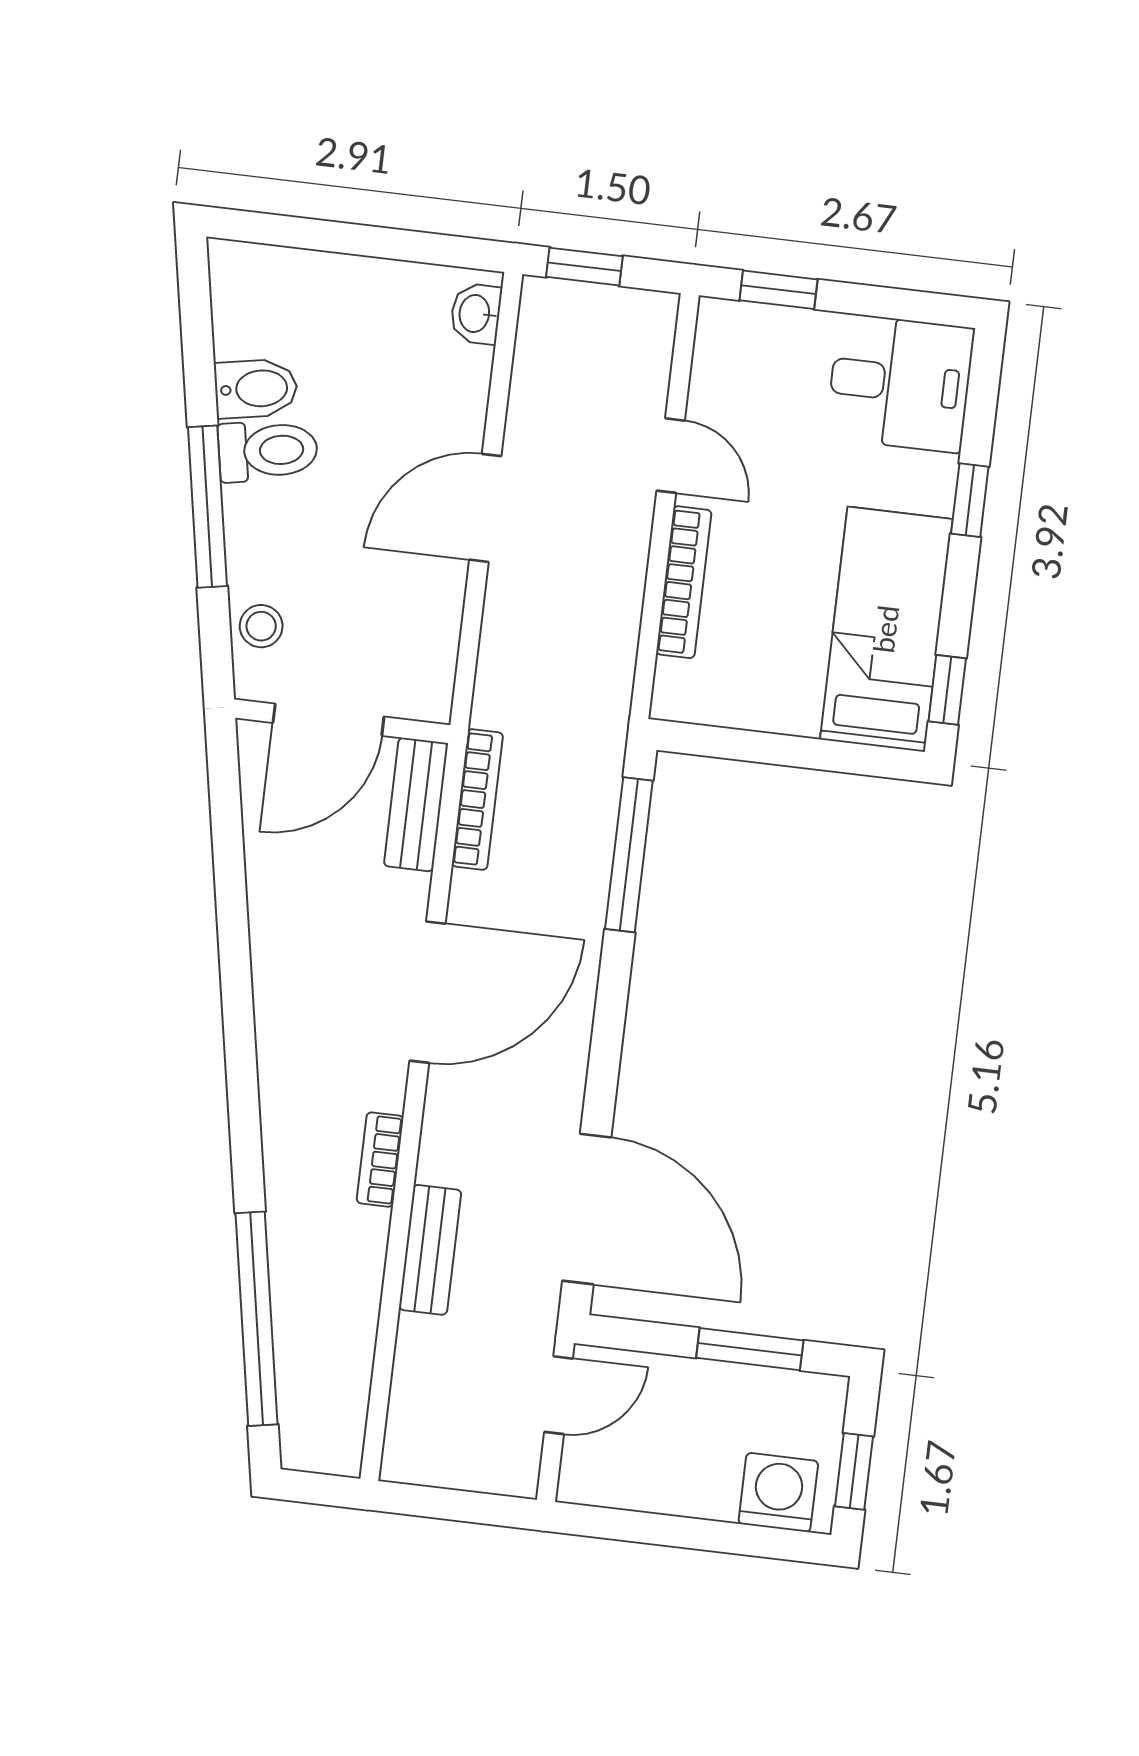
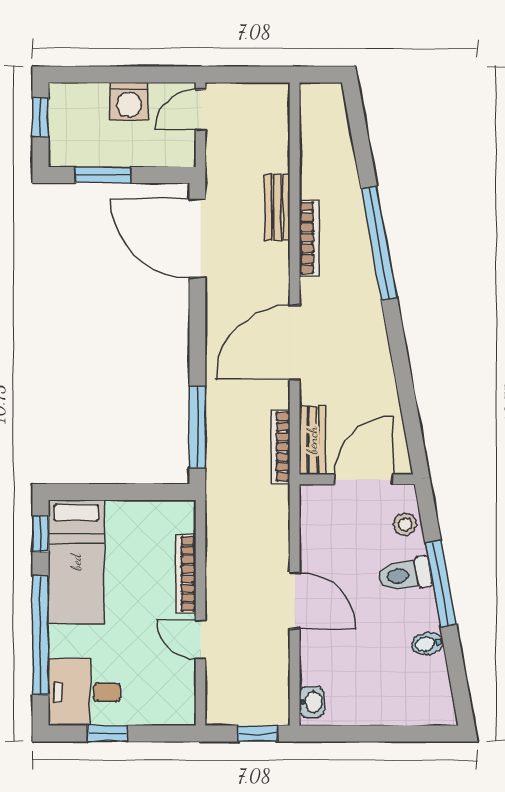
window: (779, 290) -> (107, 734), moved
bidet: (256, 389) -> (428, 644), width x0.72, depth x0.74
toilet: (268, 451) -> (405, 575), moved
window: (970, 500) -> (40, 635), width x3.17
door: (485, 508) -> (295, 601), hinge flipped
bookcase: (380, 1160) -> (309, 238), width x1.56
window: (256, 1319) -> (379, 243), moved
door: (559, 1395) -> (201, 110), moved
washing machine: (778, 1492) -> (129, 101), moved

